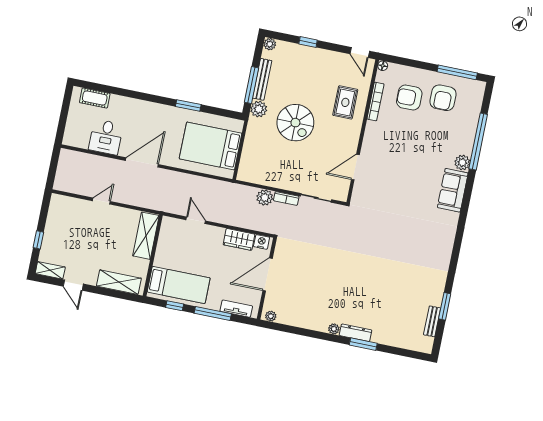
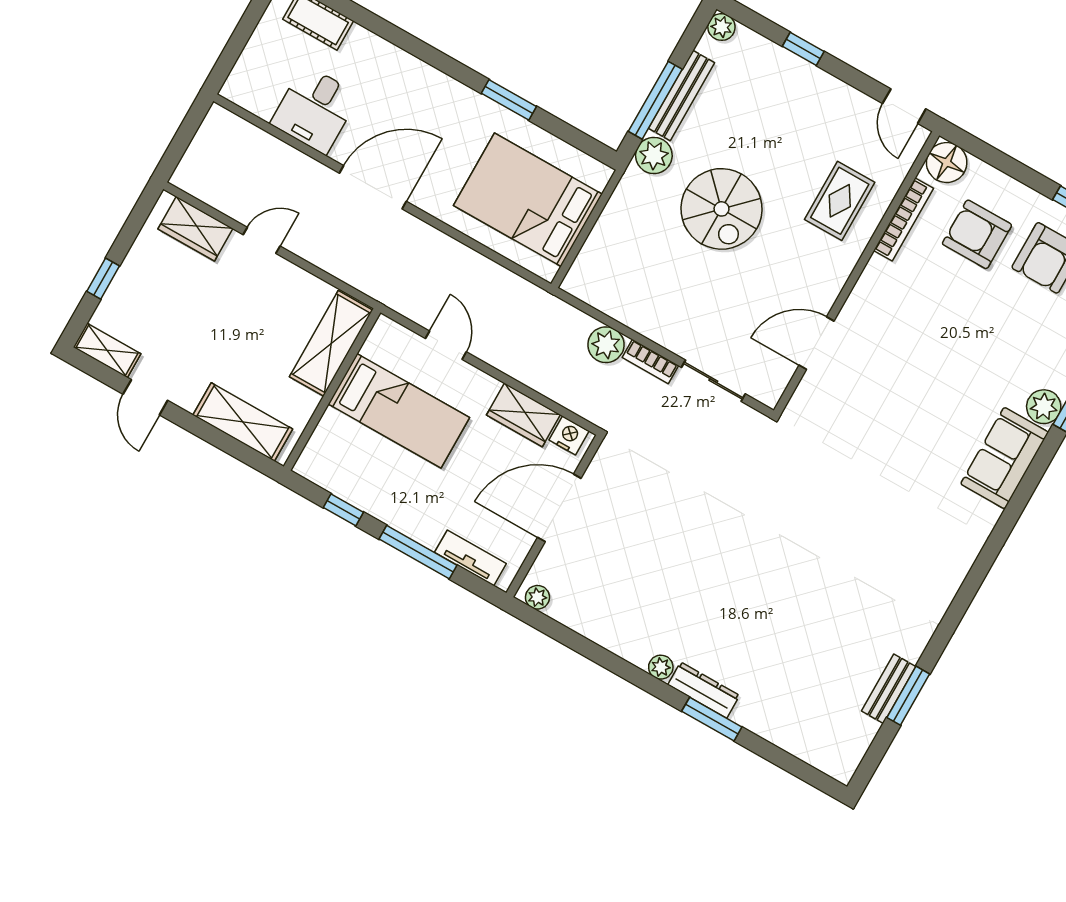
floor lamp: (383, 66) -> (947, 163), width x1.89, depth x1.89
wardrobe: (71, 205) -> (195, 229), added
bed: (179, 285) -> (399, 411), moved
bench: (432, 321) -> (889, 689), moved

